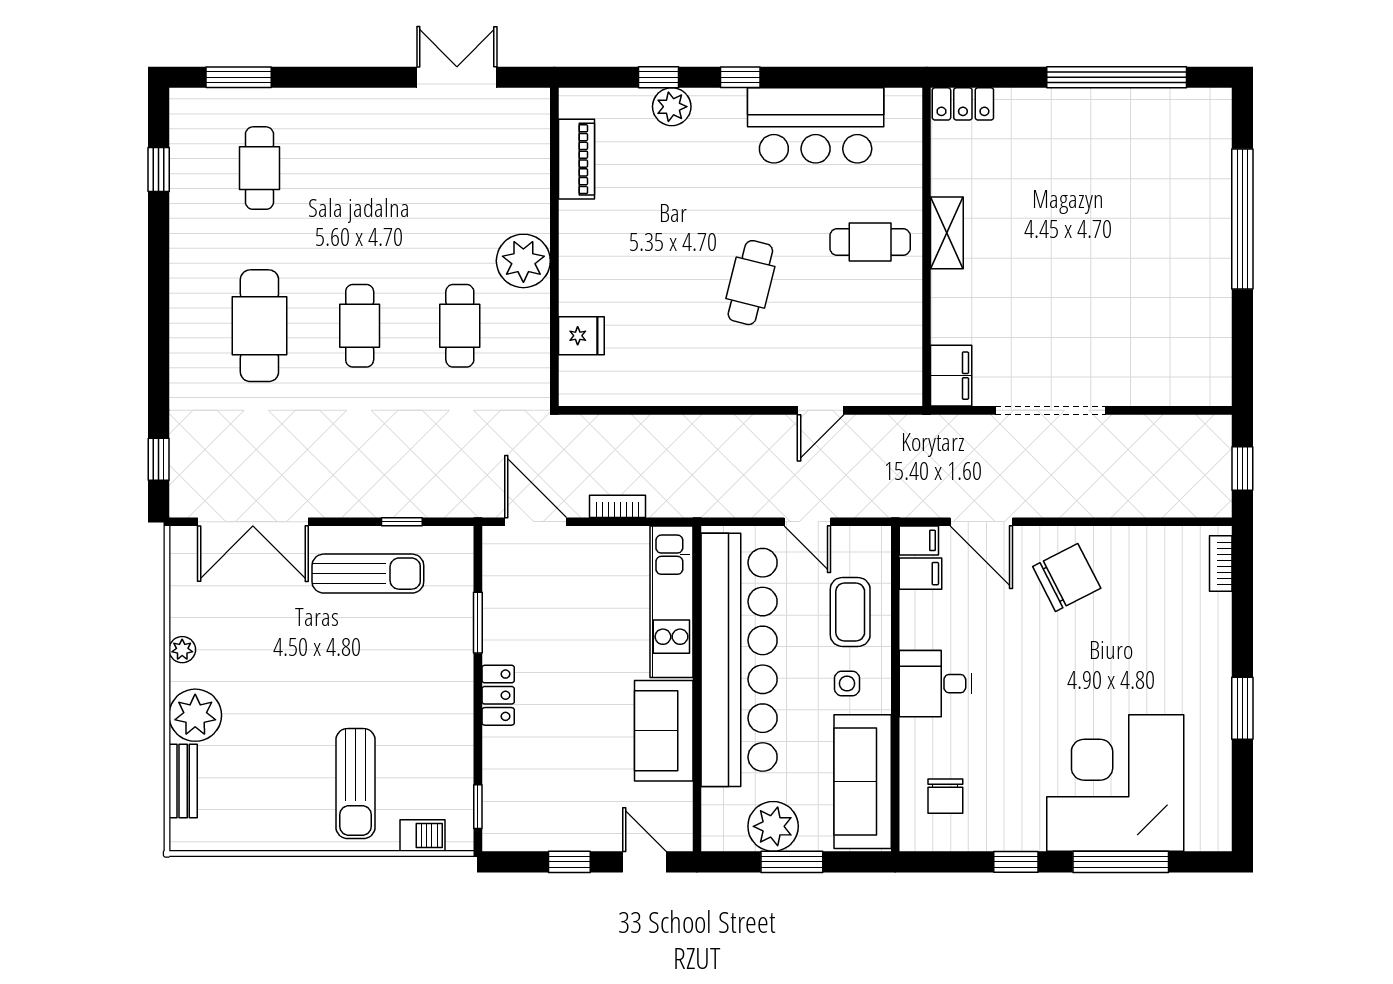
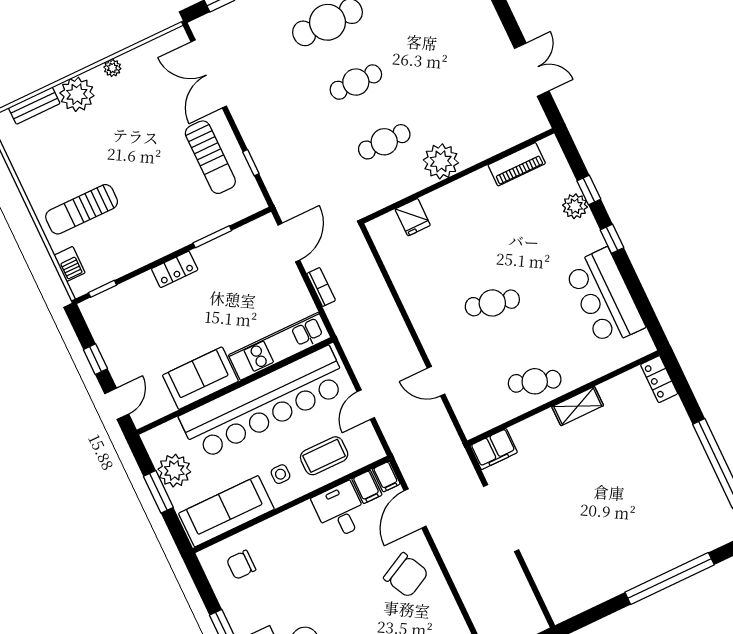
cafe table: (870, 242) -> (535, 381), moved, turned -71
desk: (935, 684) -> (340, 510), moved

